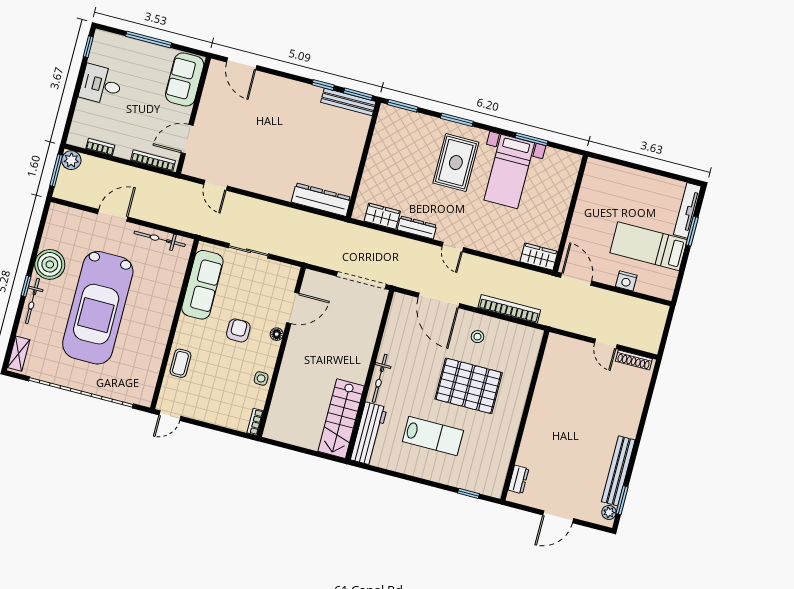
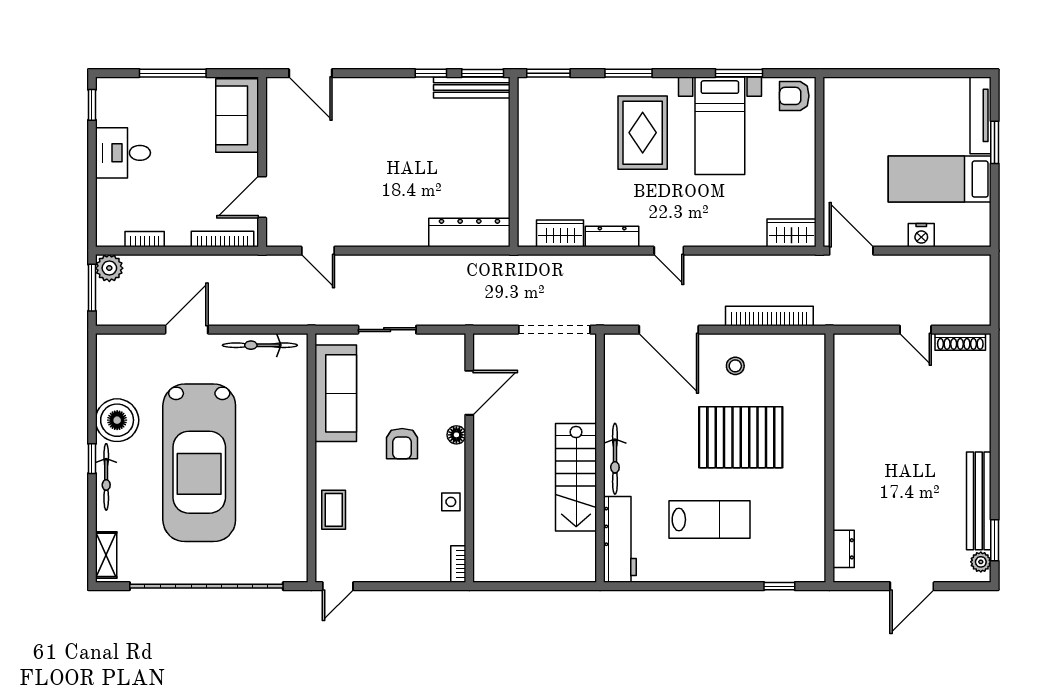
armchair: (565, 164) -> (794, 96), added
armchair: (238, 330) -> (402, 444), turned 180
stairs: (341, 419) -> (576, 477), moved

